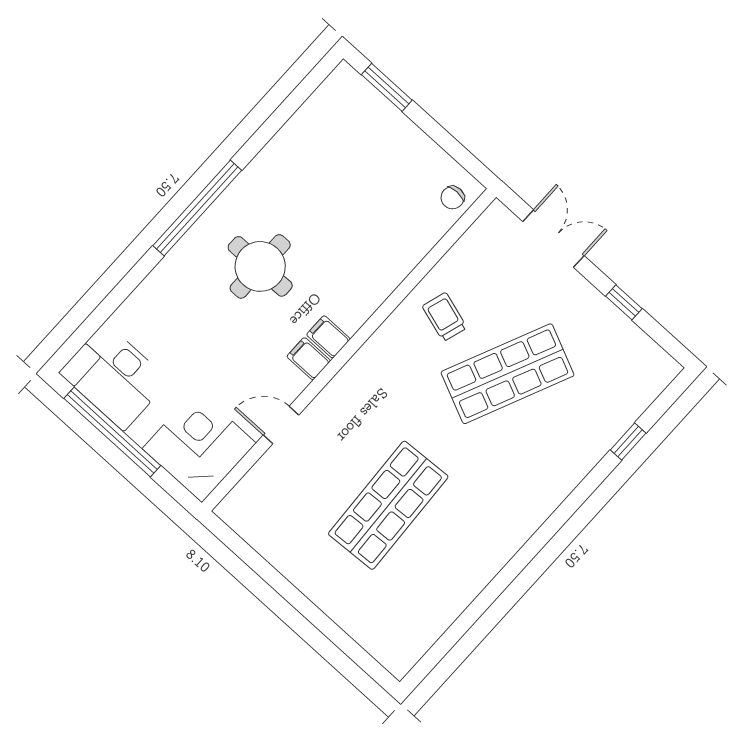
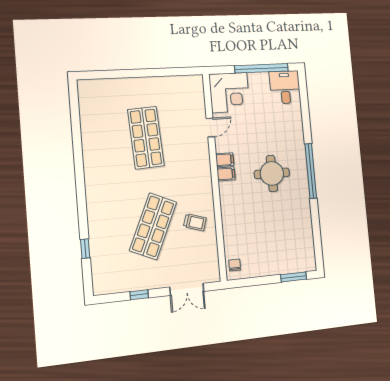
desk: (114, 377) -> (285, 87), width x0.73

